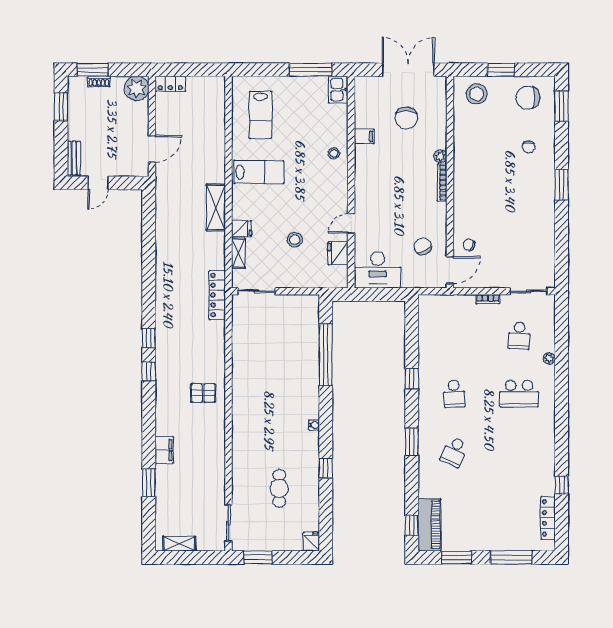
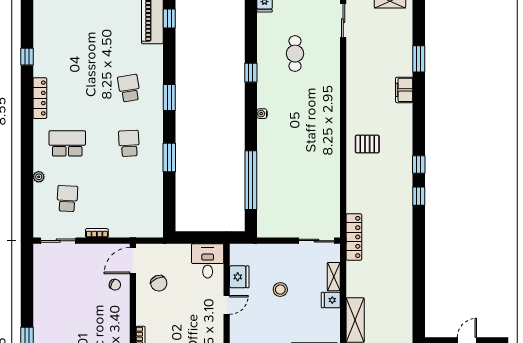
desk: (378, 270) -> (208, 261), width x0.73
window: (412, 379) -> (169, 158), width x1.50
school desk: (454, 452) -> (129, 88), turned -33
locker: (548, 518) -> (40, 98), moved

